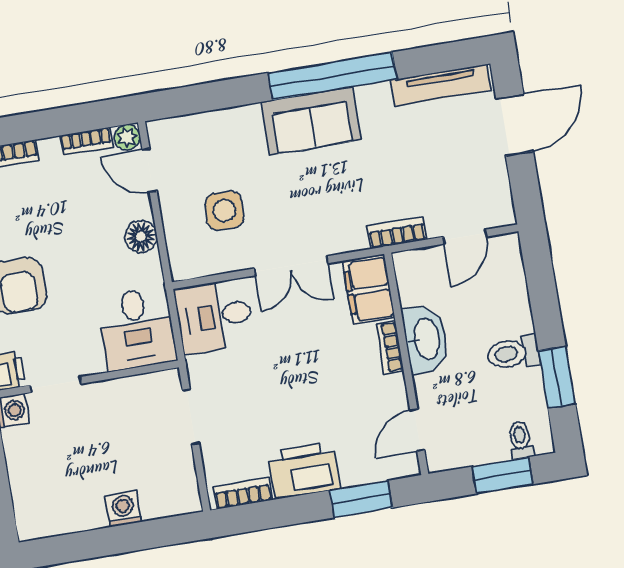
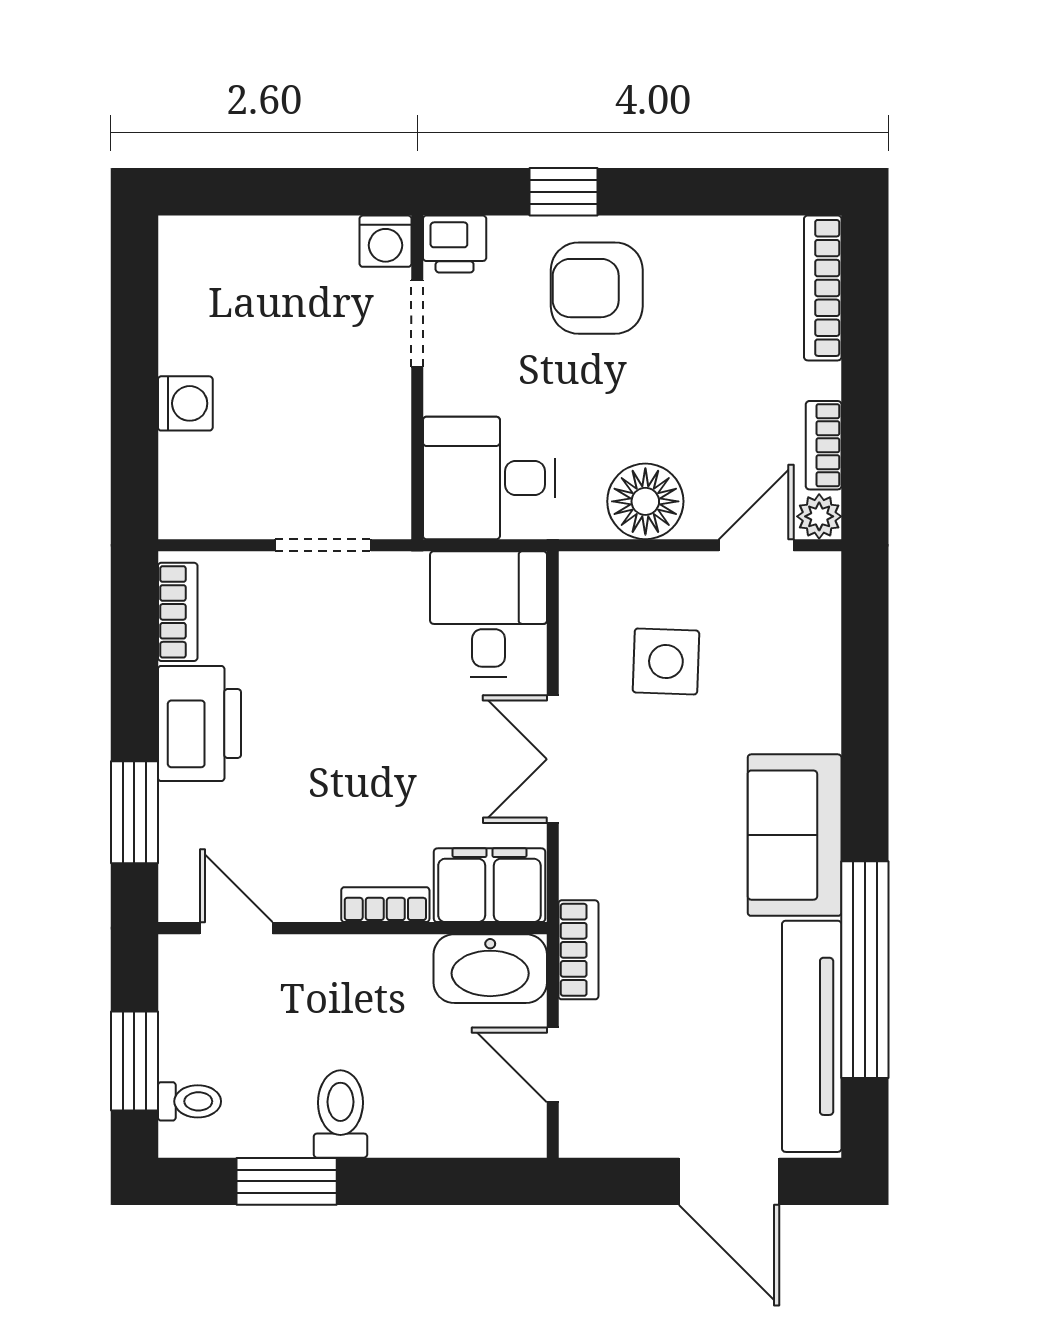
window: (332, 76) -> (865, 970), moved
tv unit: (441, 85) -> (812, 1036), width x1.36, depth x1.29
floor lamp: (141, 237) -> (645, 501), width x1.38, depth x1.38
washbasin: (426, 339) -> (490, 969), moved

